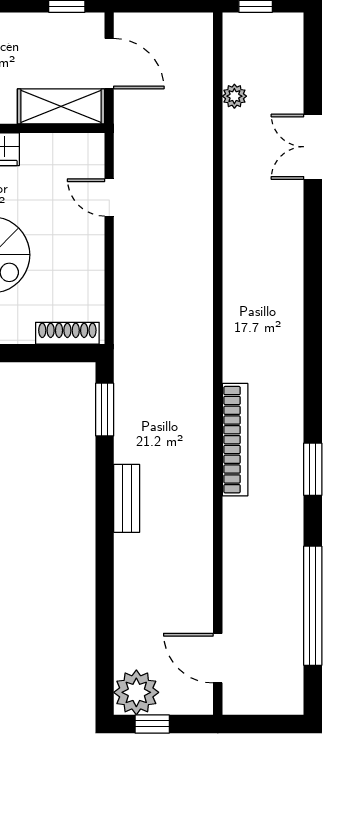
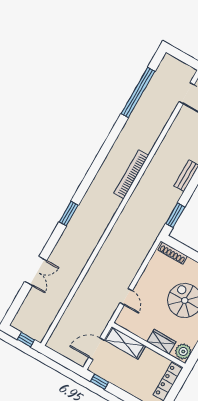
door: (109, 64) -> (96, 349), hinge flipped
plant: (234, 96) -> (55, 308), removed
window: (313, 469) -> (69, 214), moved

